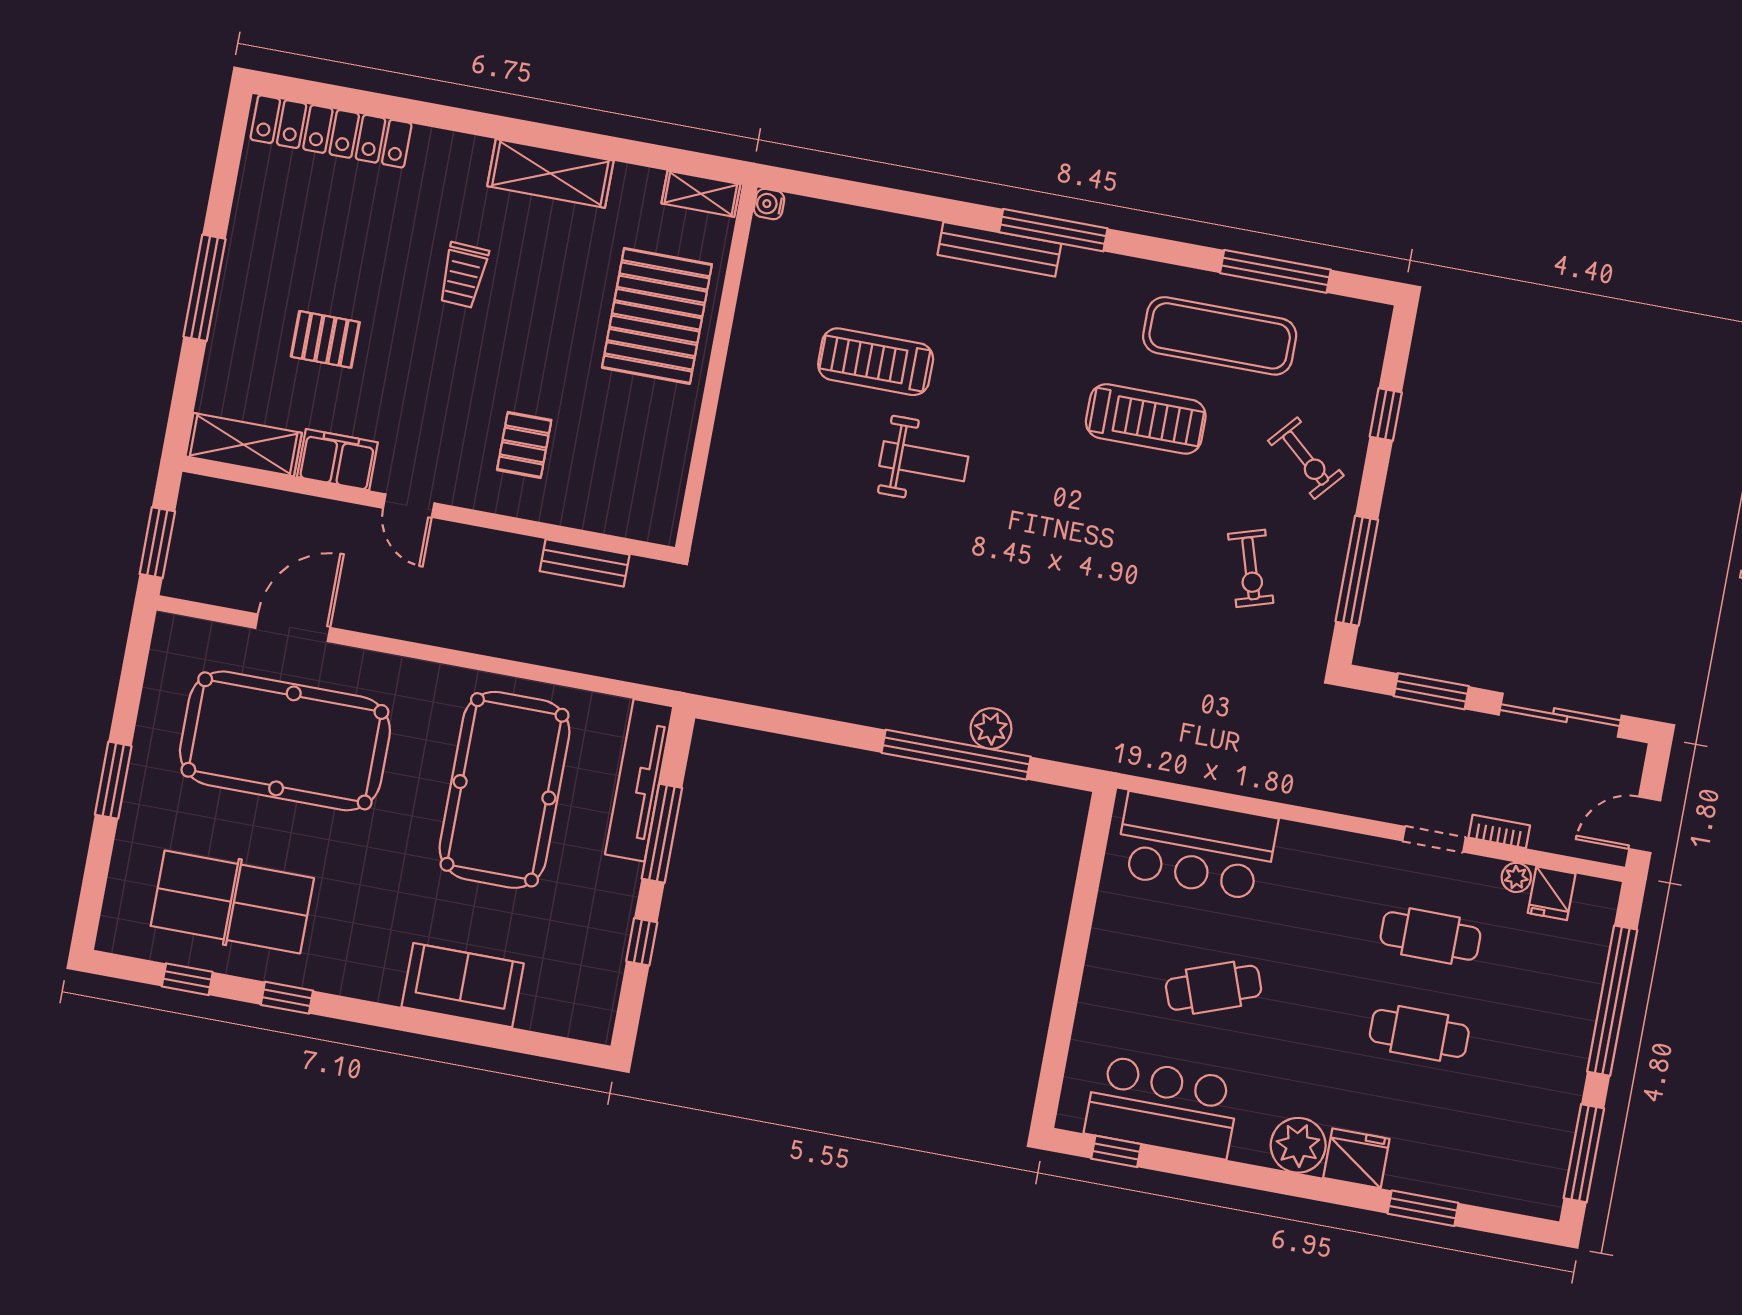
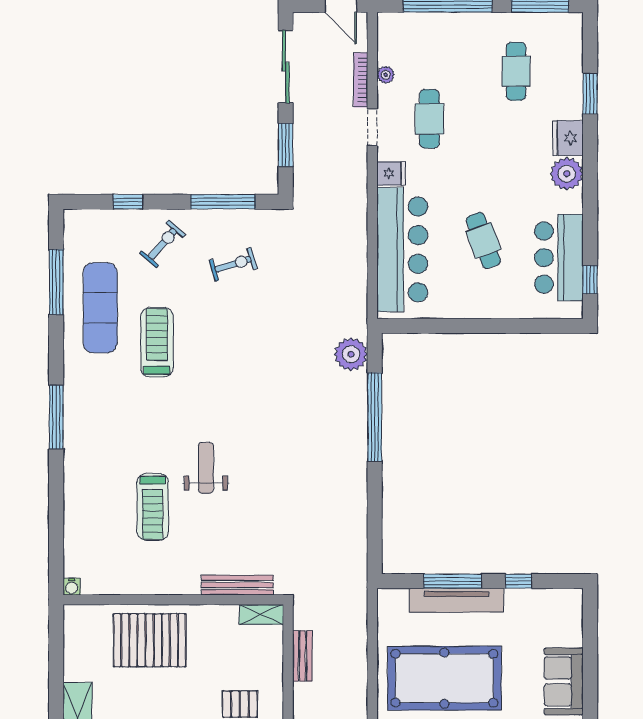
shelving: (701, 194) -> (261, 614), moved, turned 90
bench: (999, 249) -> (237, 585), moved, turned 90
plant: (991, 729) -> (351, 354), moved, width x1.36, depth x1.36
tv unit: (639, 780) -> (456, 600), moved
bookcase: (1499, 832) -> (361, 80), width x1.56
bar counter: (1196, 846) -> (402, 249), width x1.36
fridge: (1552, 893) -> (391, 174), moved
cafe table: (1419, 1033) -> (516, 71), moved

